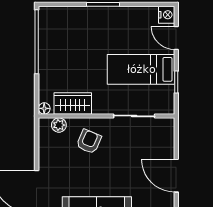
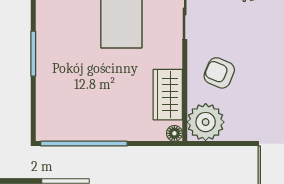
plant: (59, 125) -> (206, 122), width x1.88, depth x1.88

